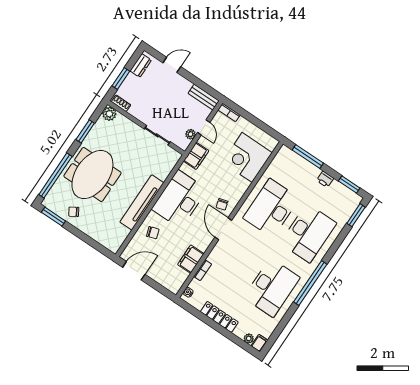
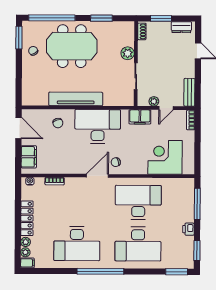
plant: (109, 114) -> (128, 53), moved
filing cabinet: (191, 259) -> (29, 157), moved, turned 90
plant: (240, 332) -> (26, 242), added

